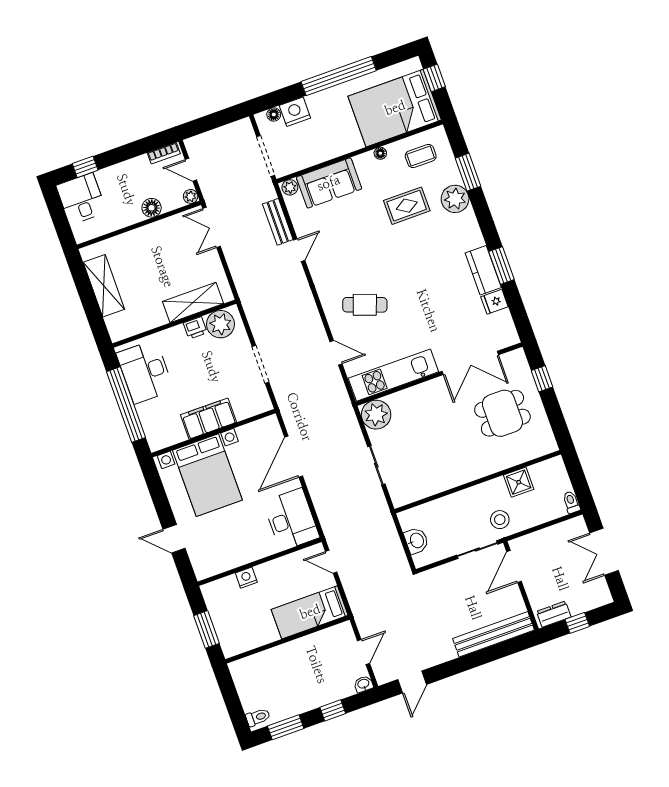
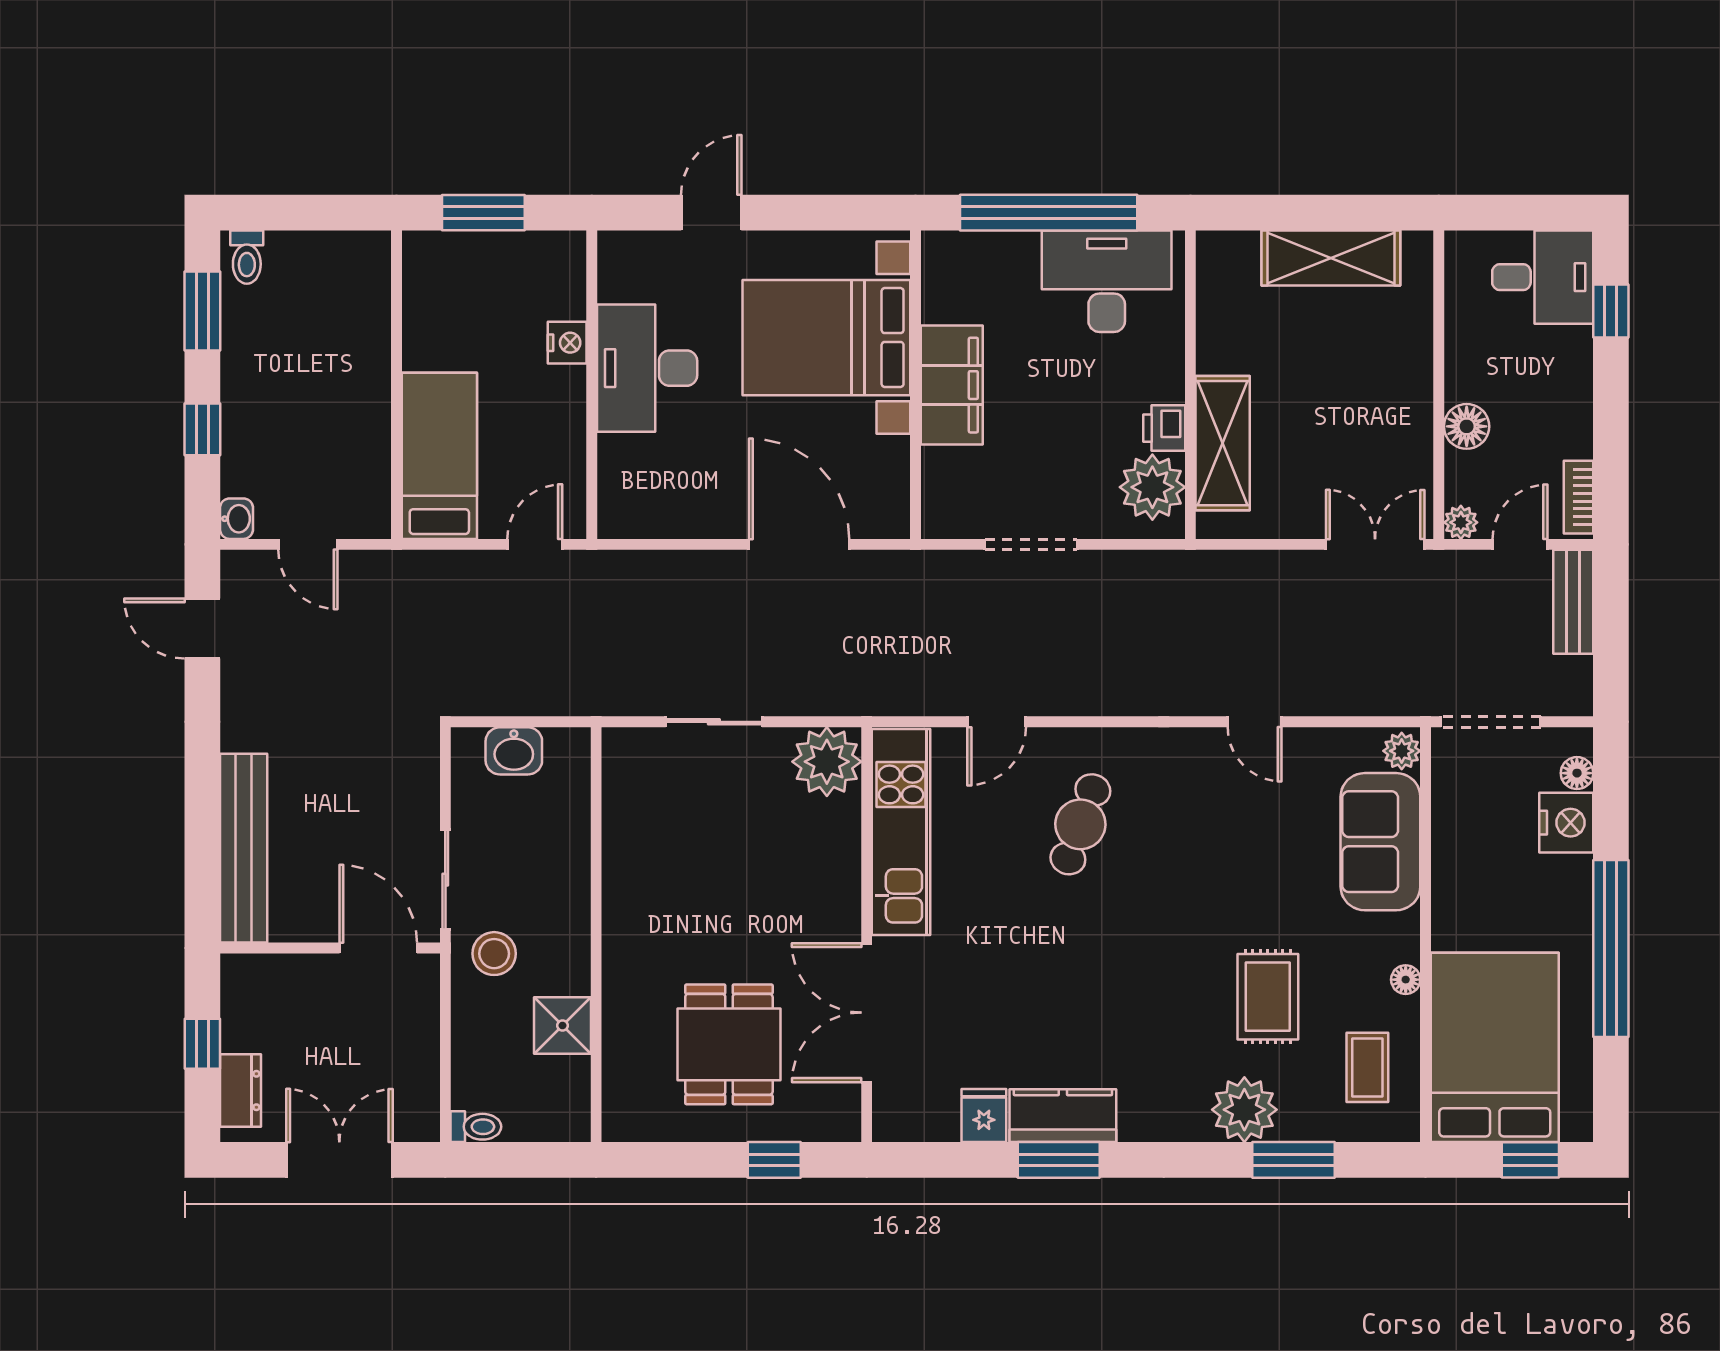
bench: (278, 222) -> (1573, 602), moved, turned 90
desk: (291, 520) -> (647, 368), moved, turned 90
dresser: (554, 614) -> (240, 1090), moved

